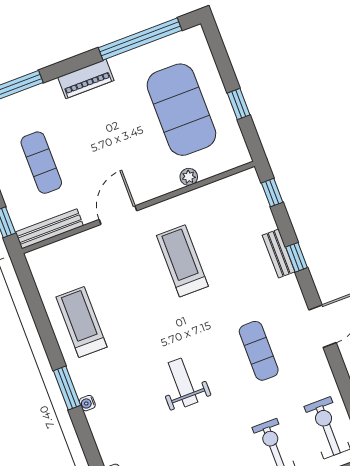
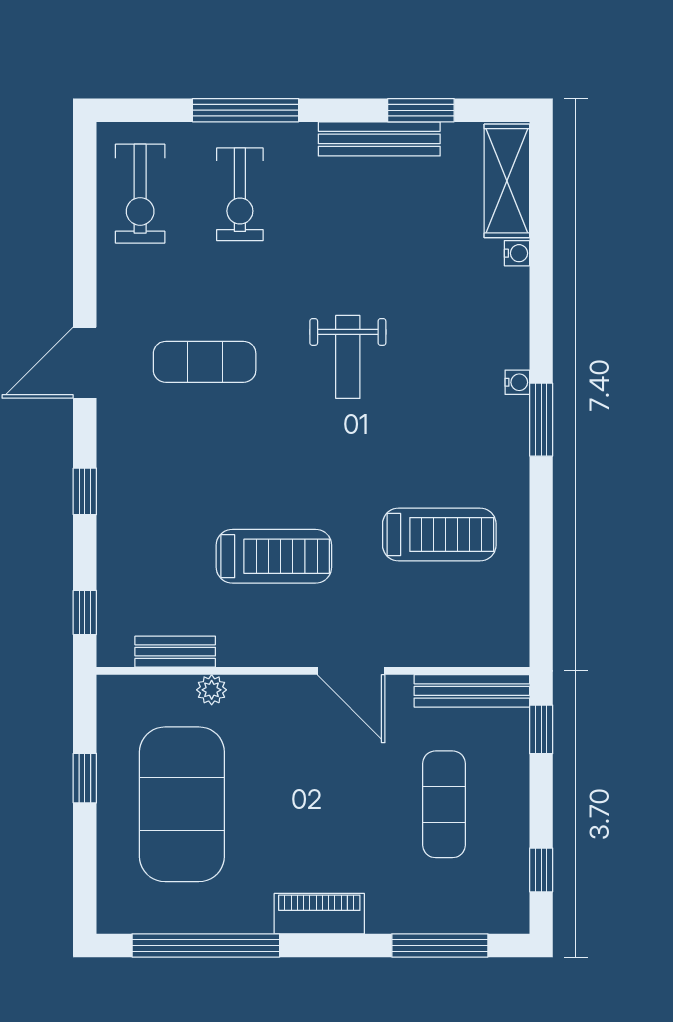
door: (118, 215) -> (351, 671), hinge flipped
bench: (279, 253) -> (175, 652), moved, turned 90
treadmill: (182, 261) -> (274, 556), turned -90
treadmill: (82, 322) -> (439, 534), moved, turned -90
exercise mat: (259, 351) -> (205, 362), turned 90

